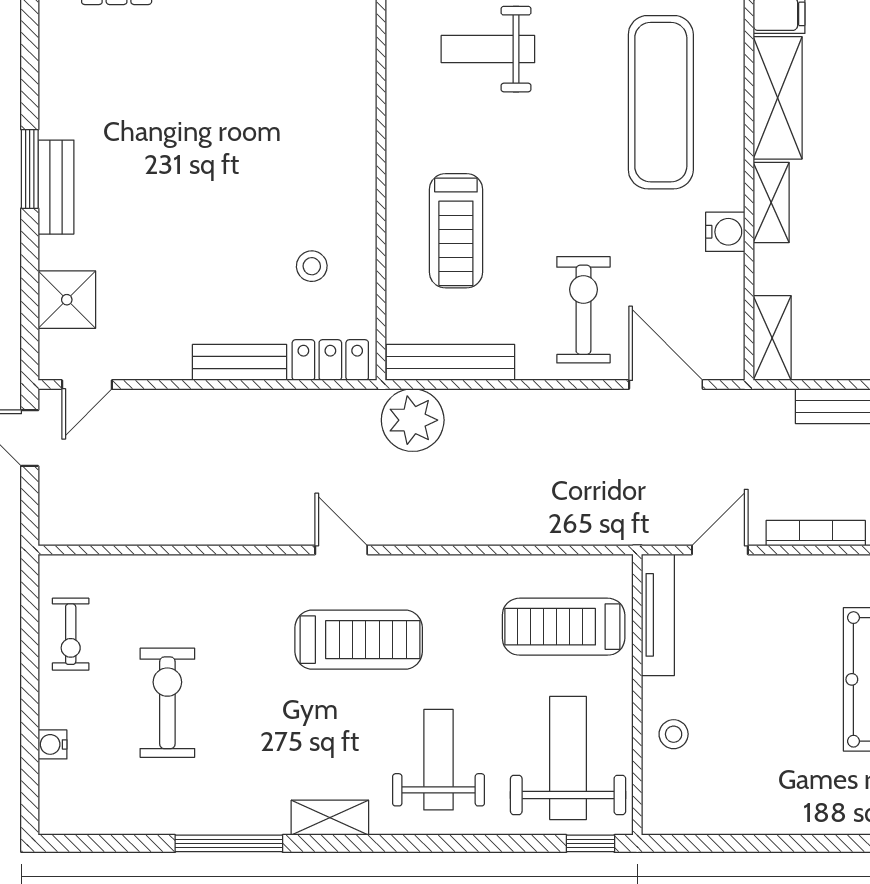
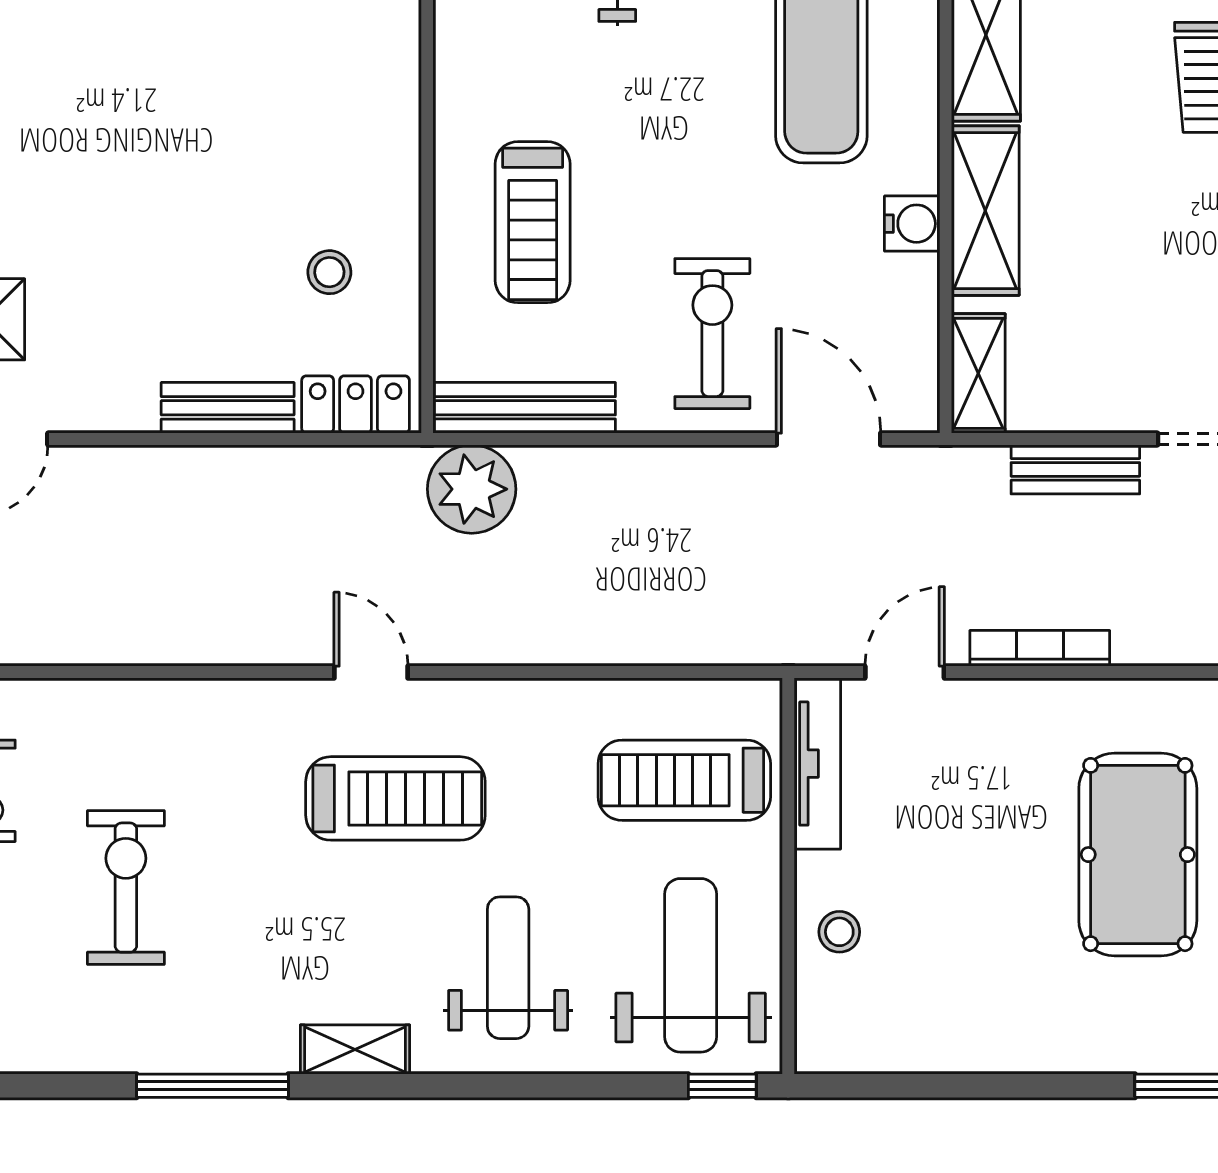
shelving: (771, 202) -> (985, 211), width x1.50, depth x1.33

